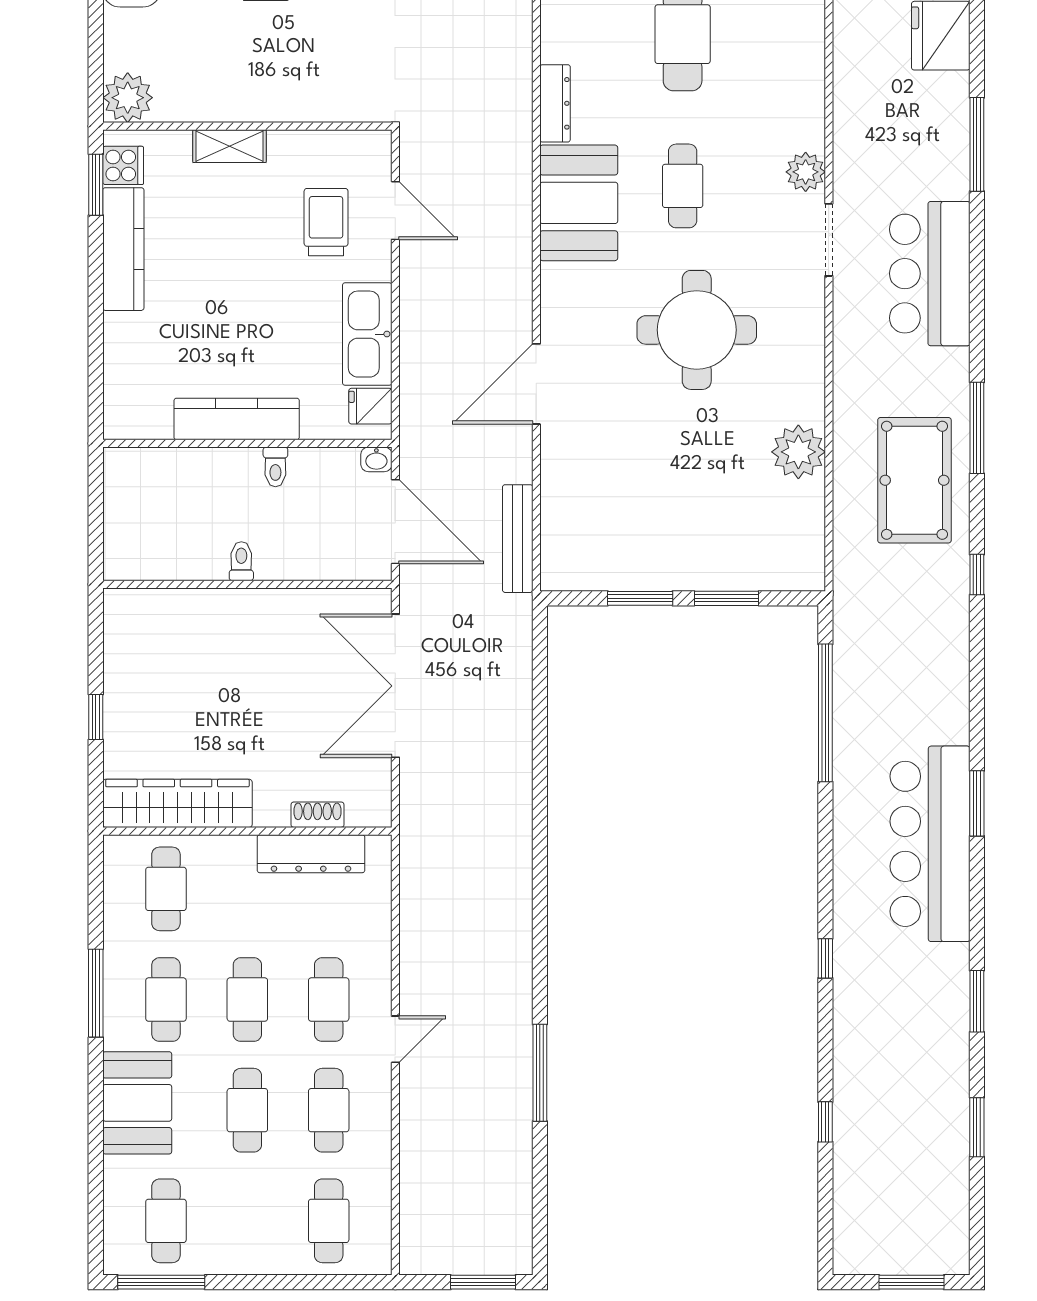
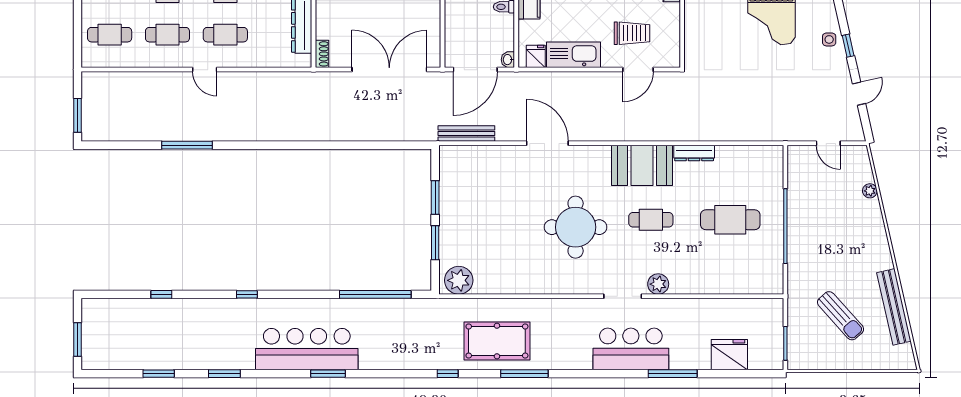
bar counter: (930, 274) -> (631, 349), moved
plant: (798, 452) -> (459, 280), moved
shoe rack: (317, 815) -> (322, 54), moved

